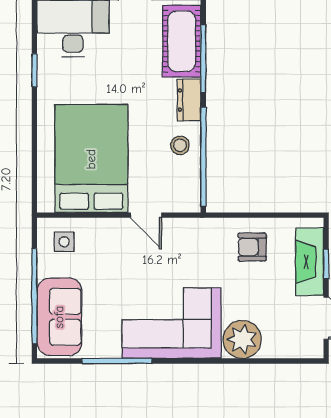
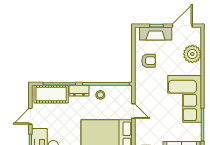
door: (146, 215) -> (133, 111), hinge flipped
armchair: (252, 247) -> (149, 61), turned -90
plant: (242, 339) -> (192, 54), moved

